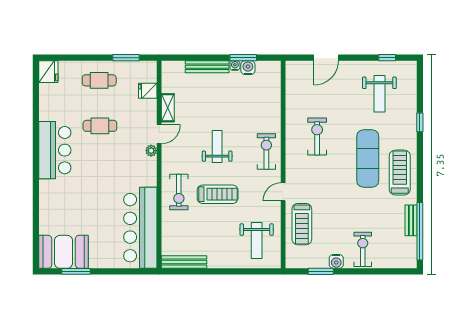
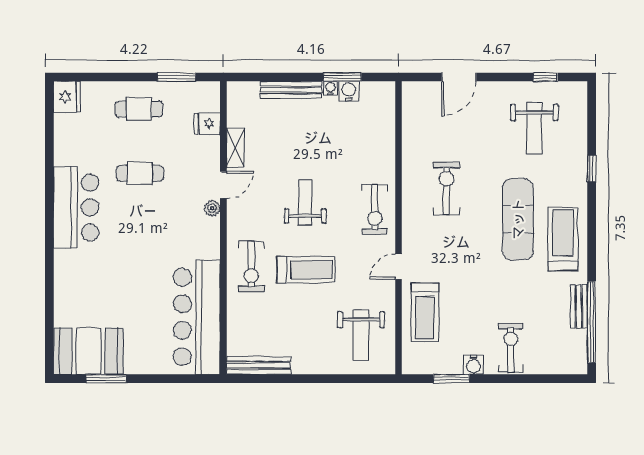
exercise bike: (266, 151) -> (375, 209), turned 180

